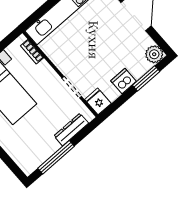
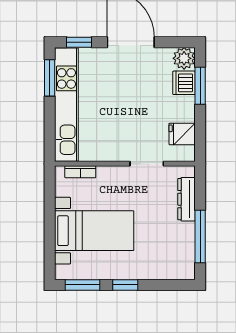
dishwasher: (124, 81) -> (184, 83), moved
fridge: (98, 101) -> (182, 134), moved

